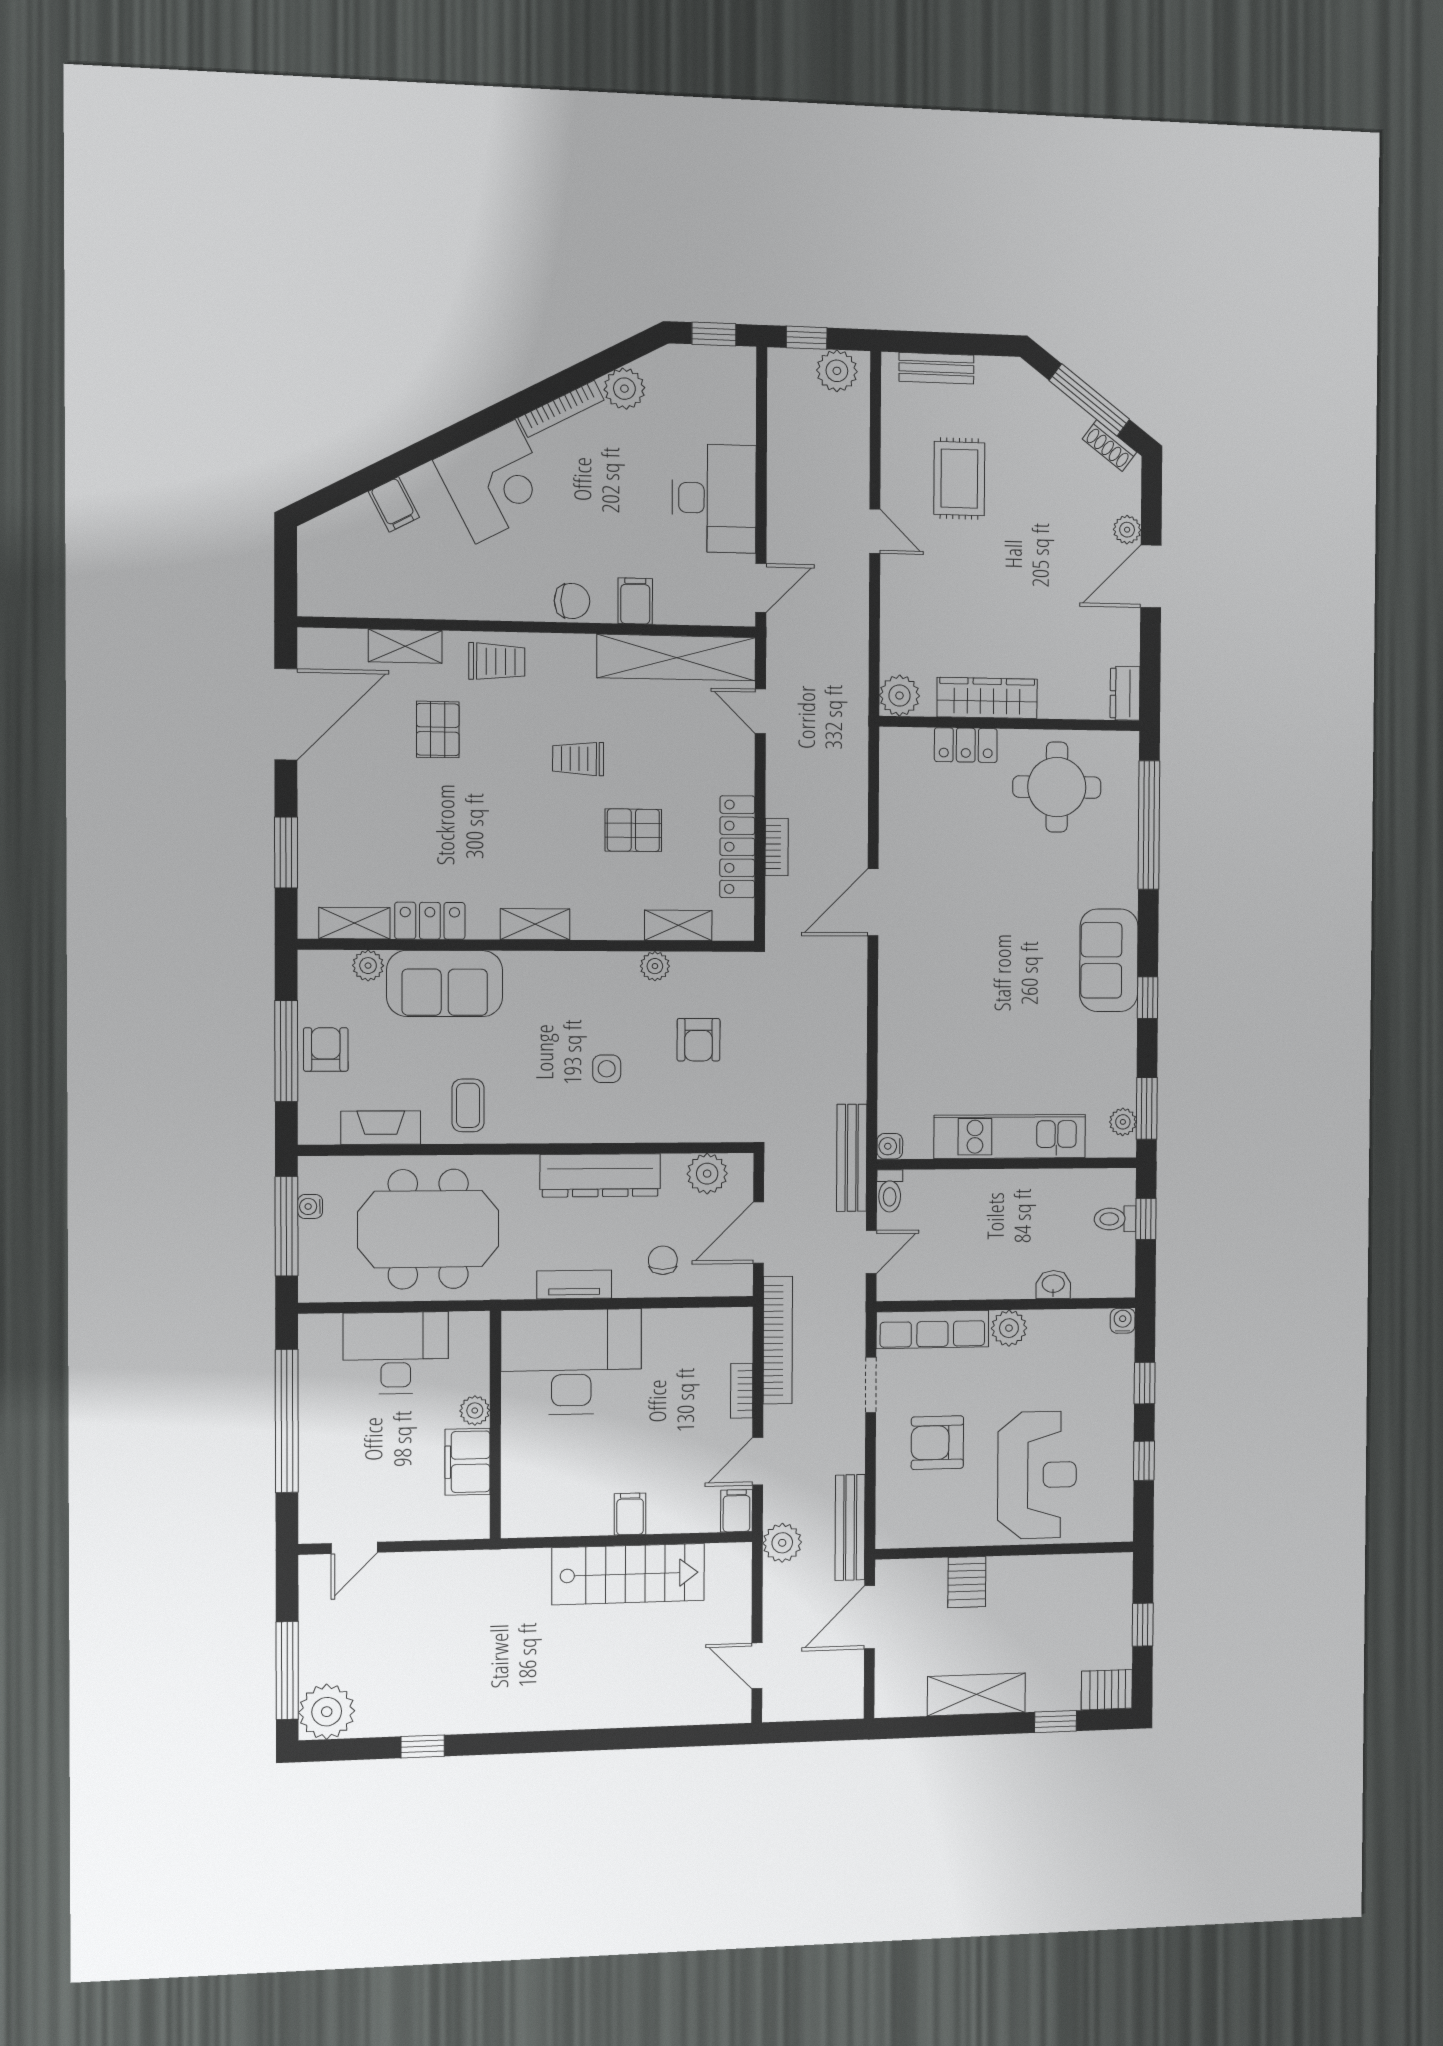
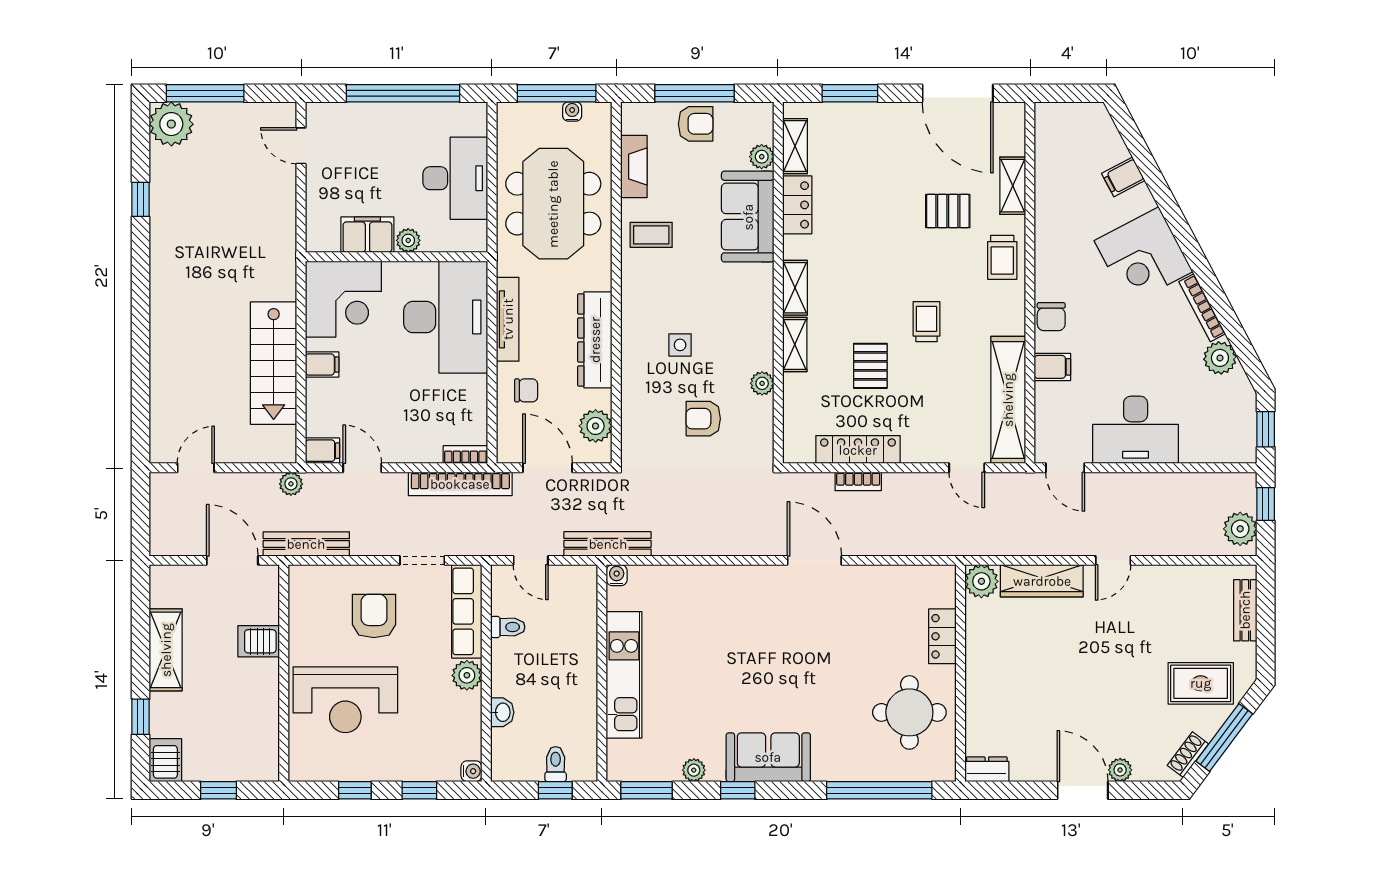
rug: (959, 479) -> (1201, 683), moved
wardrobe: (987, 698) -> (1042, 581), moved, turned 90
door: (760, 711) -> (967, 468), swing flipped
shelving: (678, 925) -> (795, 345), moved
plant: (1123, 1122) -> (694, 770), moved
toilet: (890, 1191) -> (508, 627), moved, turned 180
tv unit: (574, 1285) -> (508, 319), width x1.41
bookcase: (742, 1391) -> (465, 455), moved
corner desk: (549, 1490) -> (343, 299), added
plant: (782, 1543) -> (291, 484), width x0.73, depth x0.73

